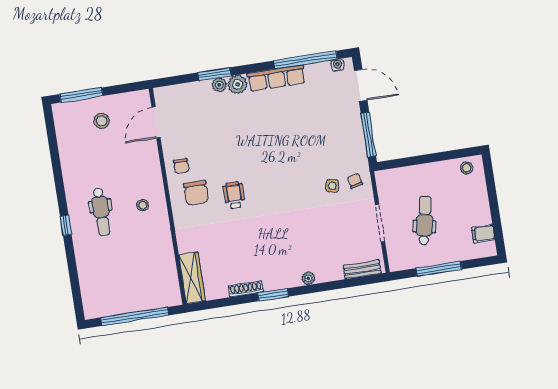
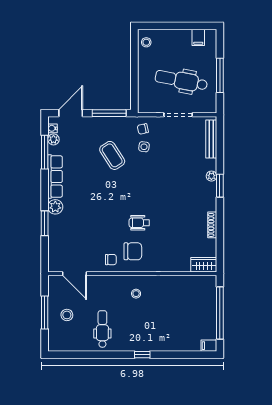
window: (305, 60) -> (45, 152), width x0.68
plant: (219, 85) -> (53, 139), moved
window: (81, 95) -> (45, 312), moved
coffee table: (315, 147) -> (112, 155), added
dental chair: (101, 212) -> (102, 329), moved, turned -90
dental chair: (425, 220) -> (181, 81), width x1.36, depth x1.38
bench: (362, 269) -> (211, 139), width x1.36
wardrobe: (192, 278) -> (204, 265), width x0.67
window: (273, 295) -> (220, 186), moved
filing cabinet: (91, 309) -> (209, 346), added

